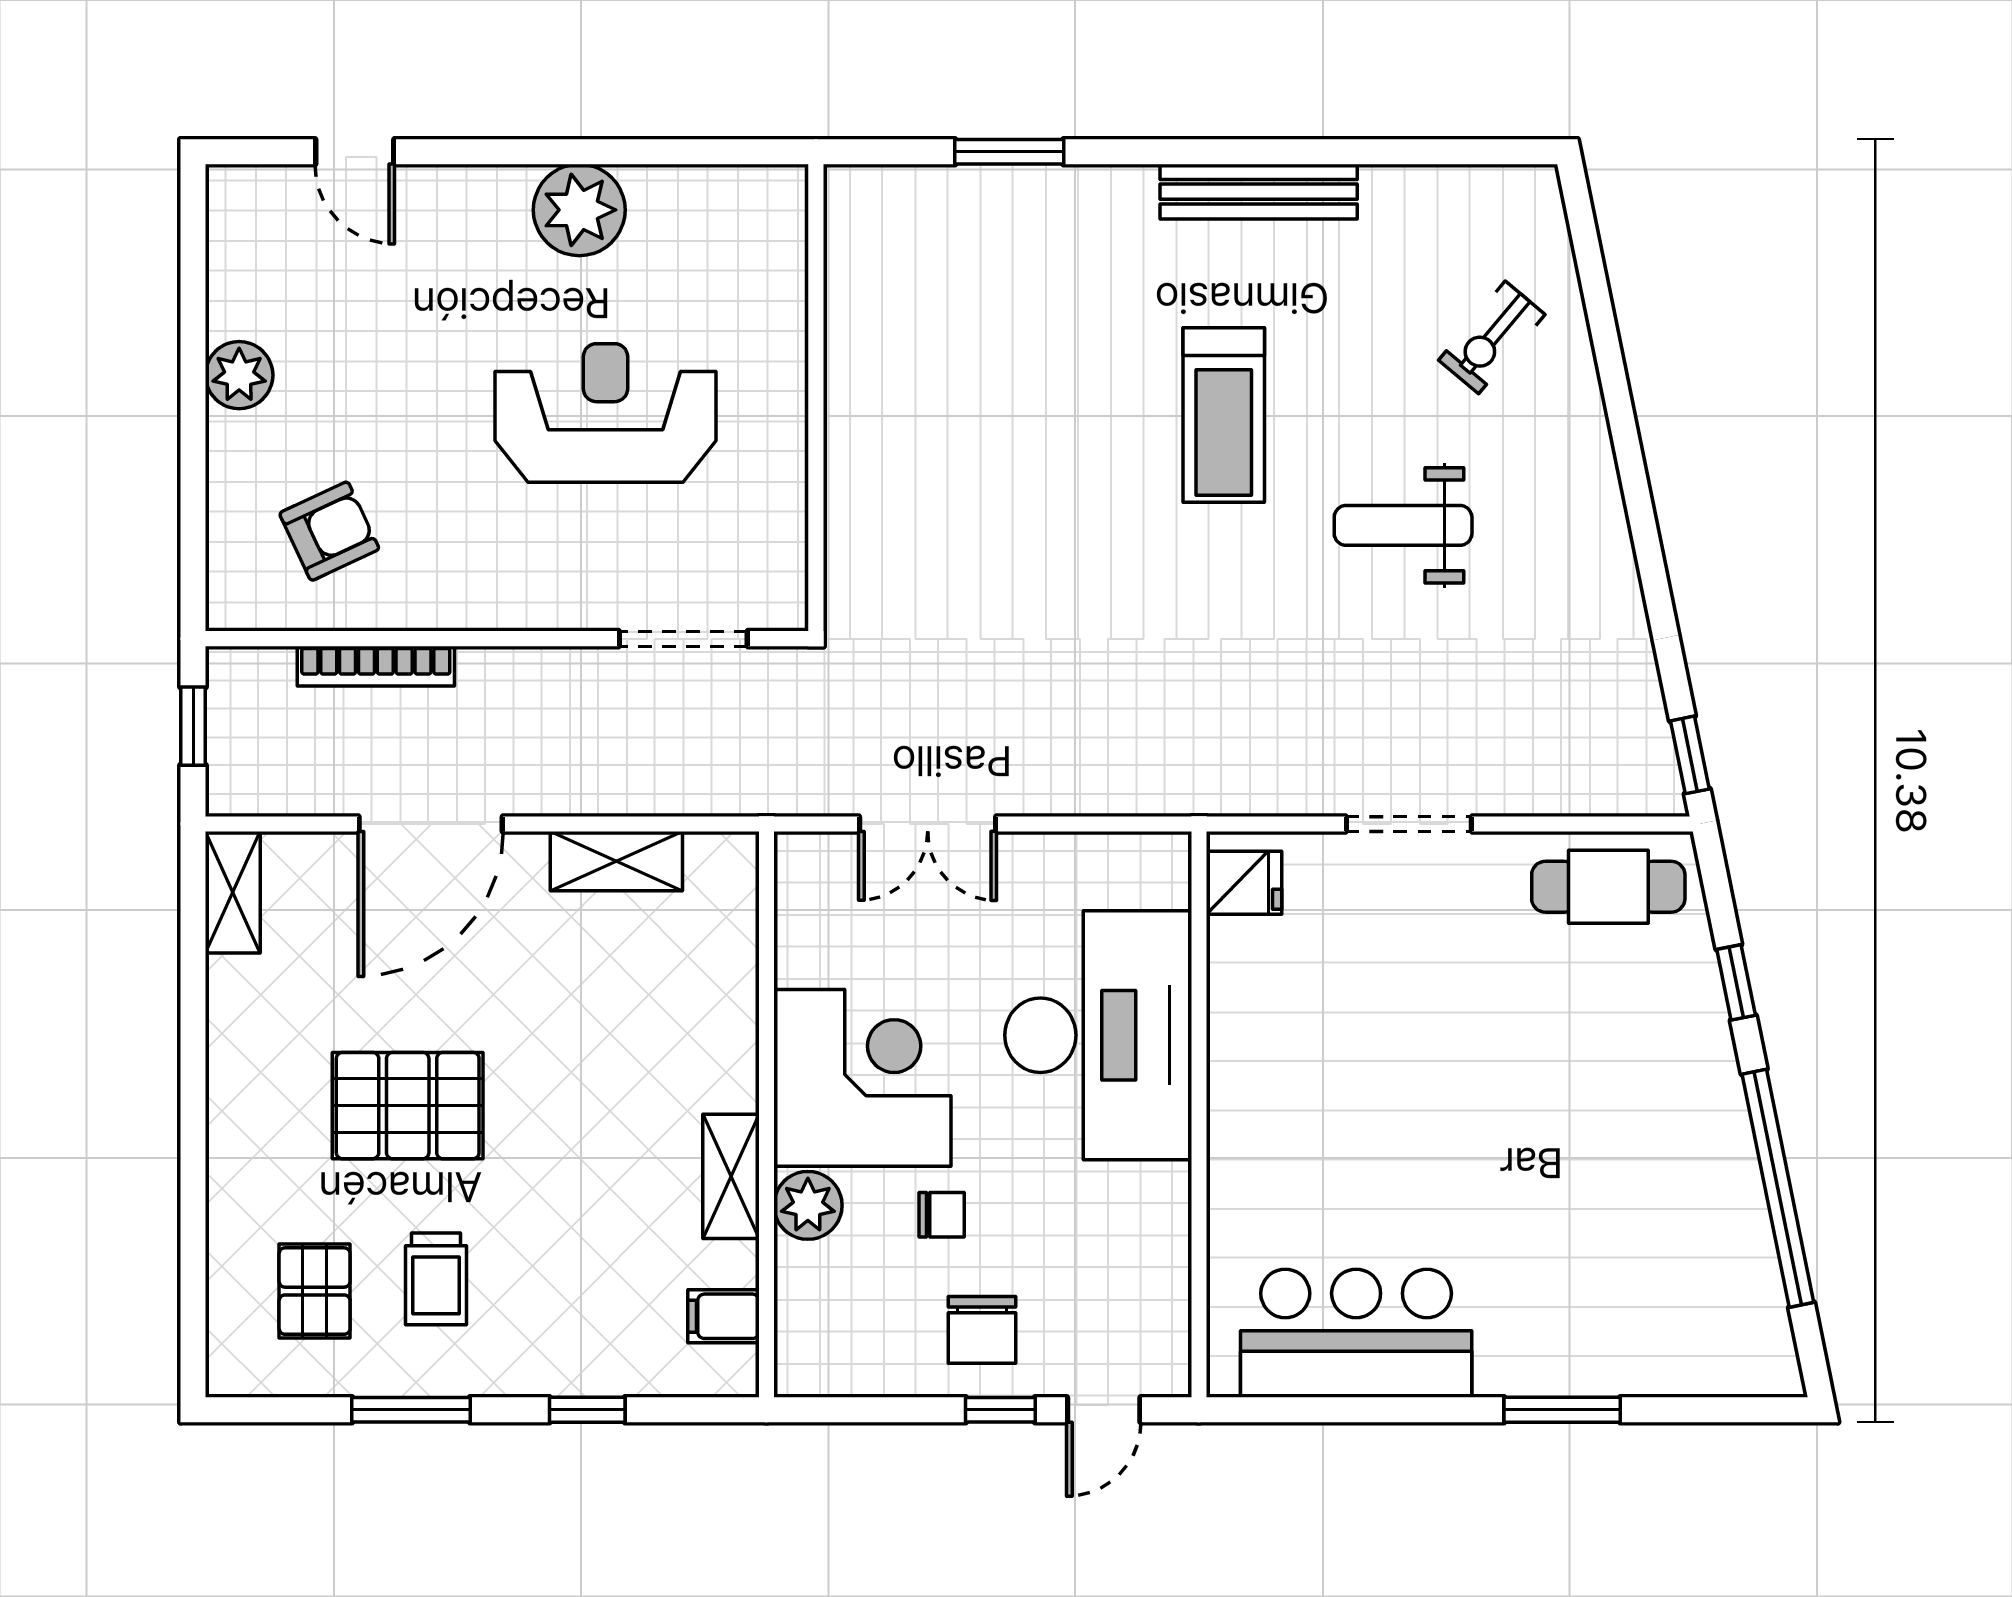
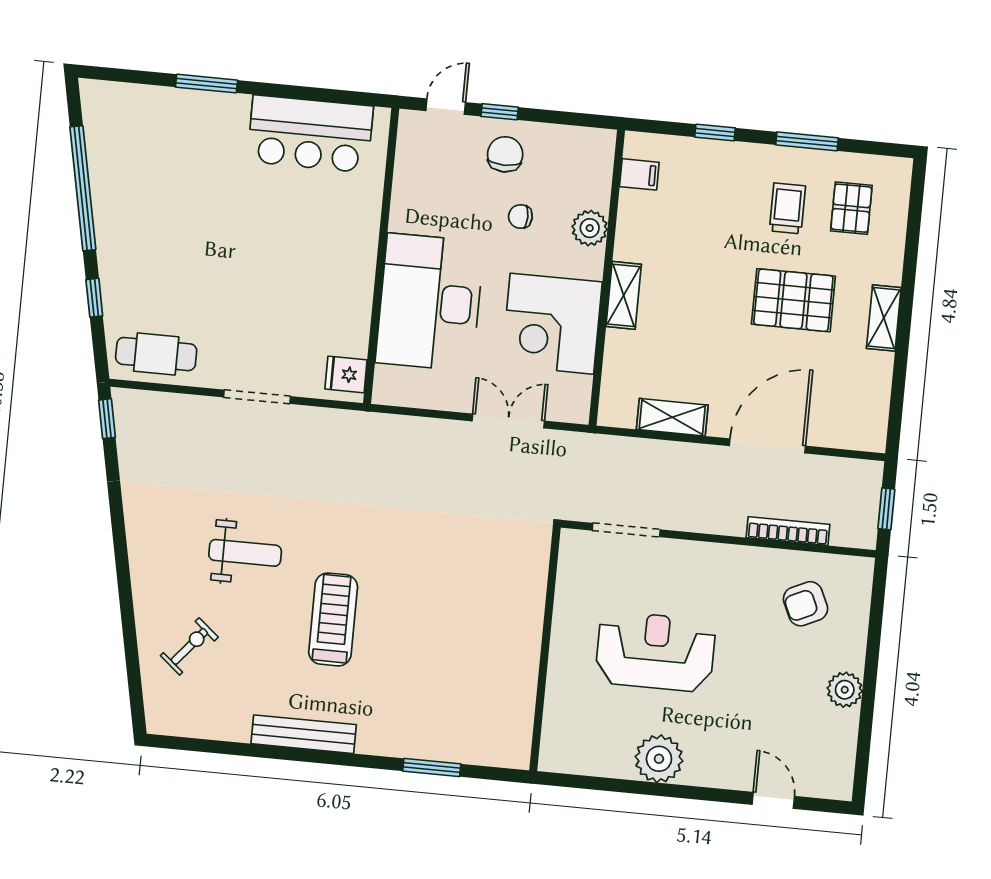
reception desk: (606, 413) -> (655, 652), turned 180
shelving: (233, 892) -> (884, 318), moved
corner desk: (862, 1078) -> (552, 324), moved
shelving: (731, 1176) -> (624, 295), moved

